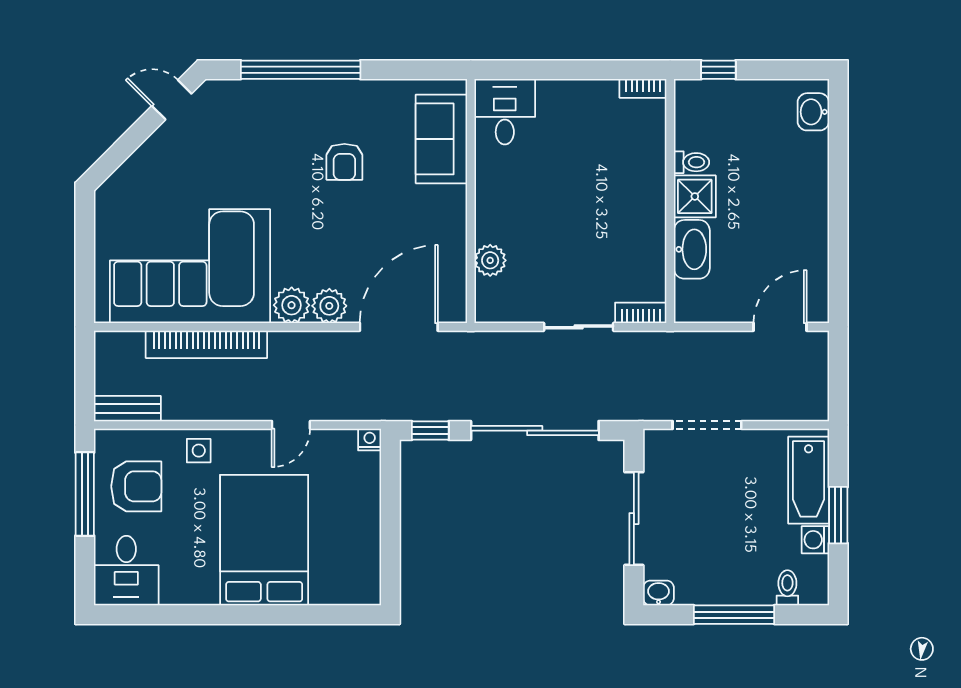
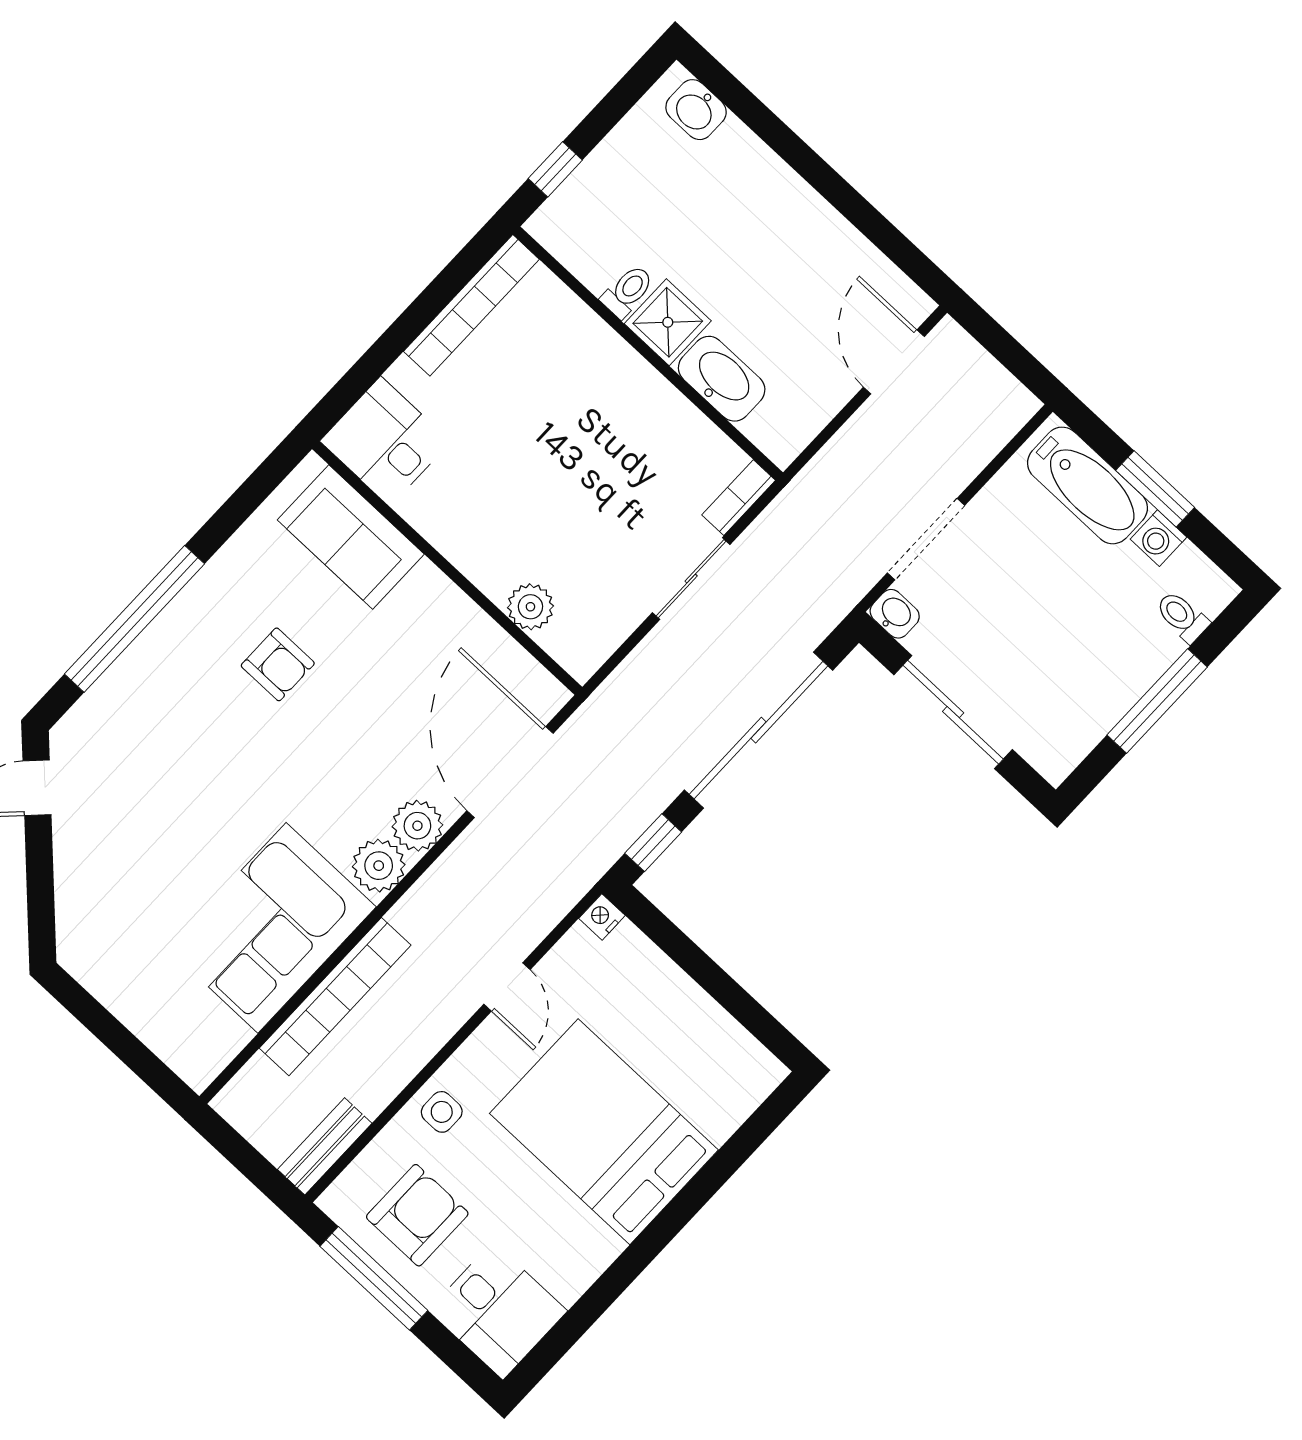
bookcase: (643, 88) -> (471, 305), width x2.31, depth x1.31
corner sofa: (190, 266) -> (272, 928), width x0.73, depth x0.74
washbasin: (658, 593) -> (895, 614), moved, turned 90

